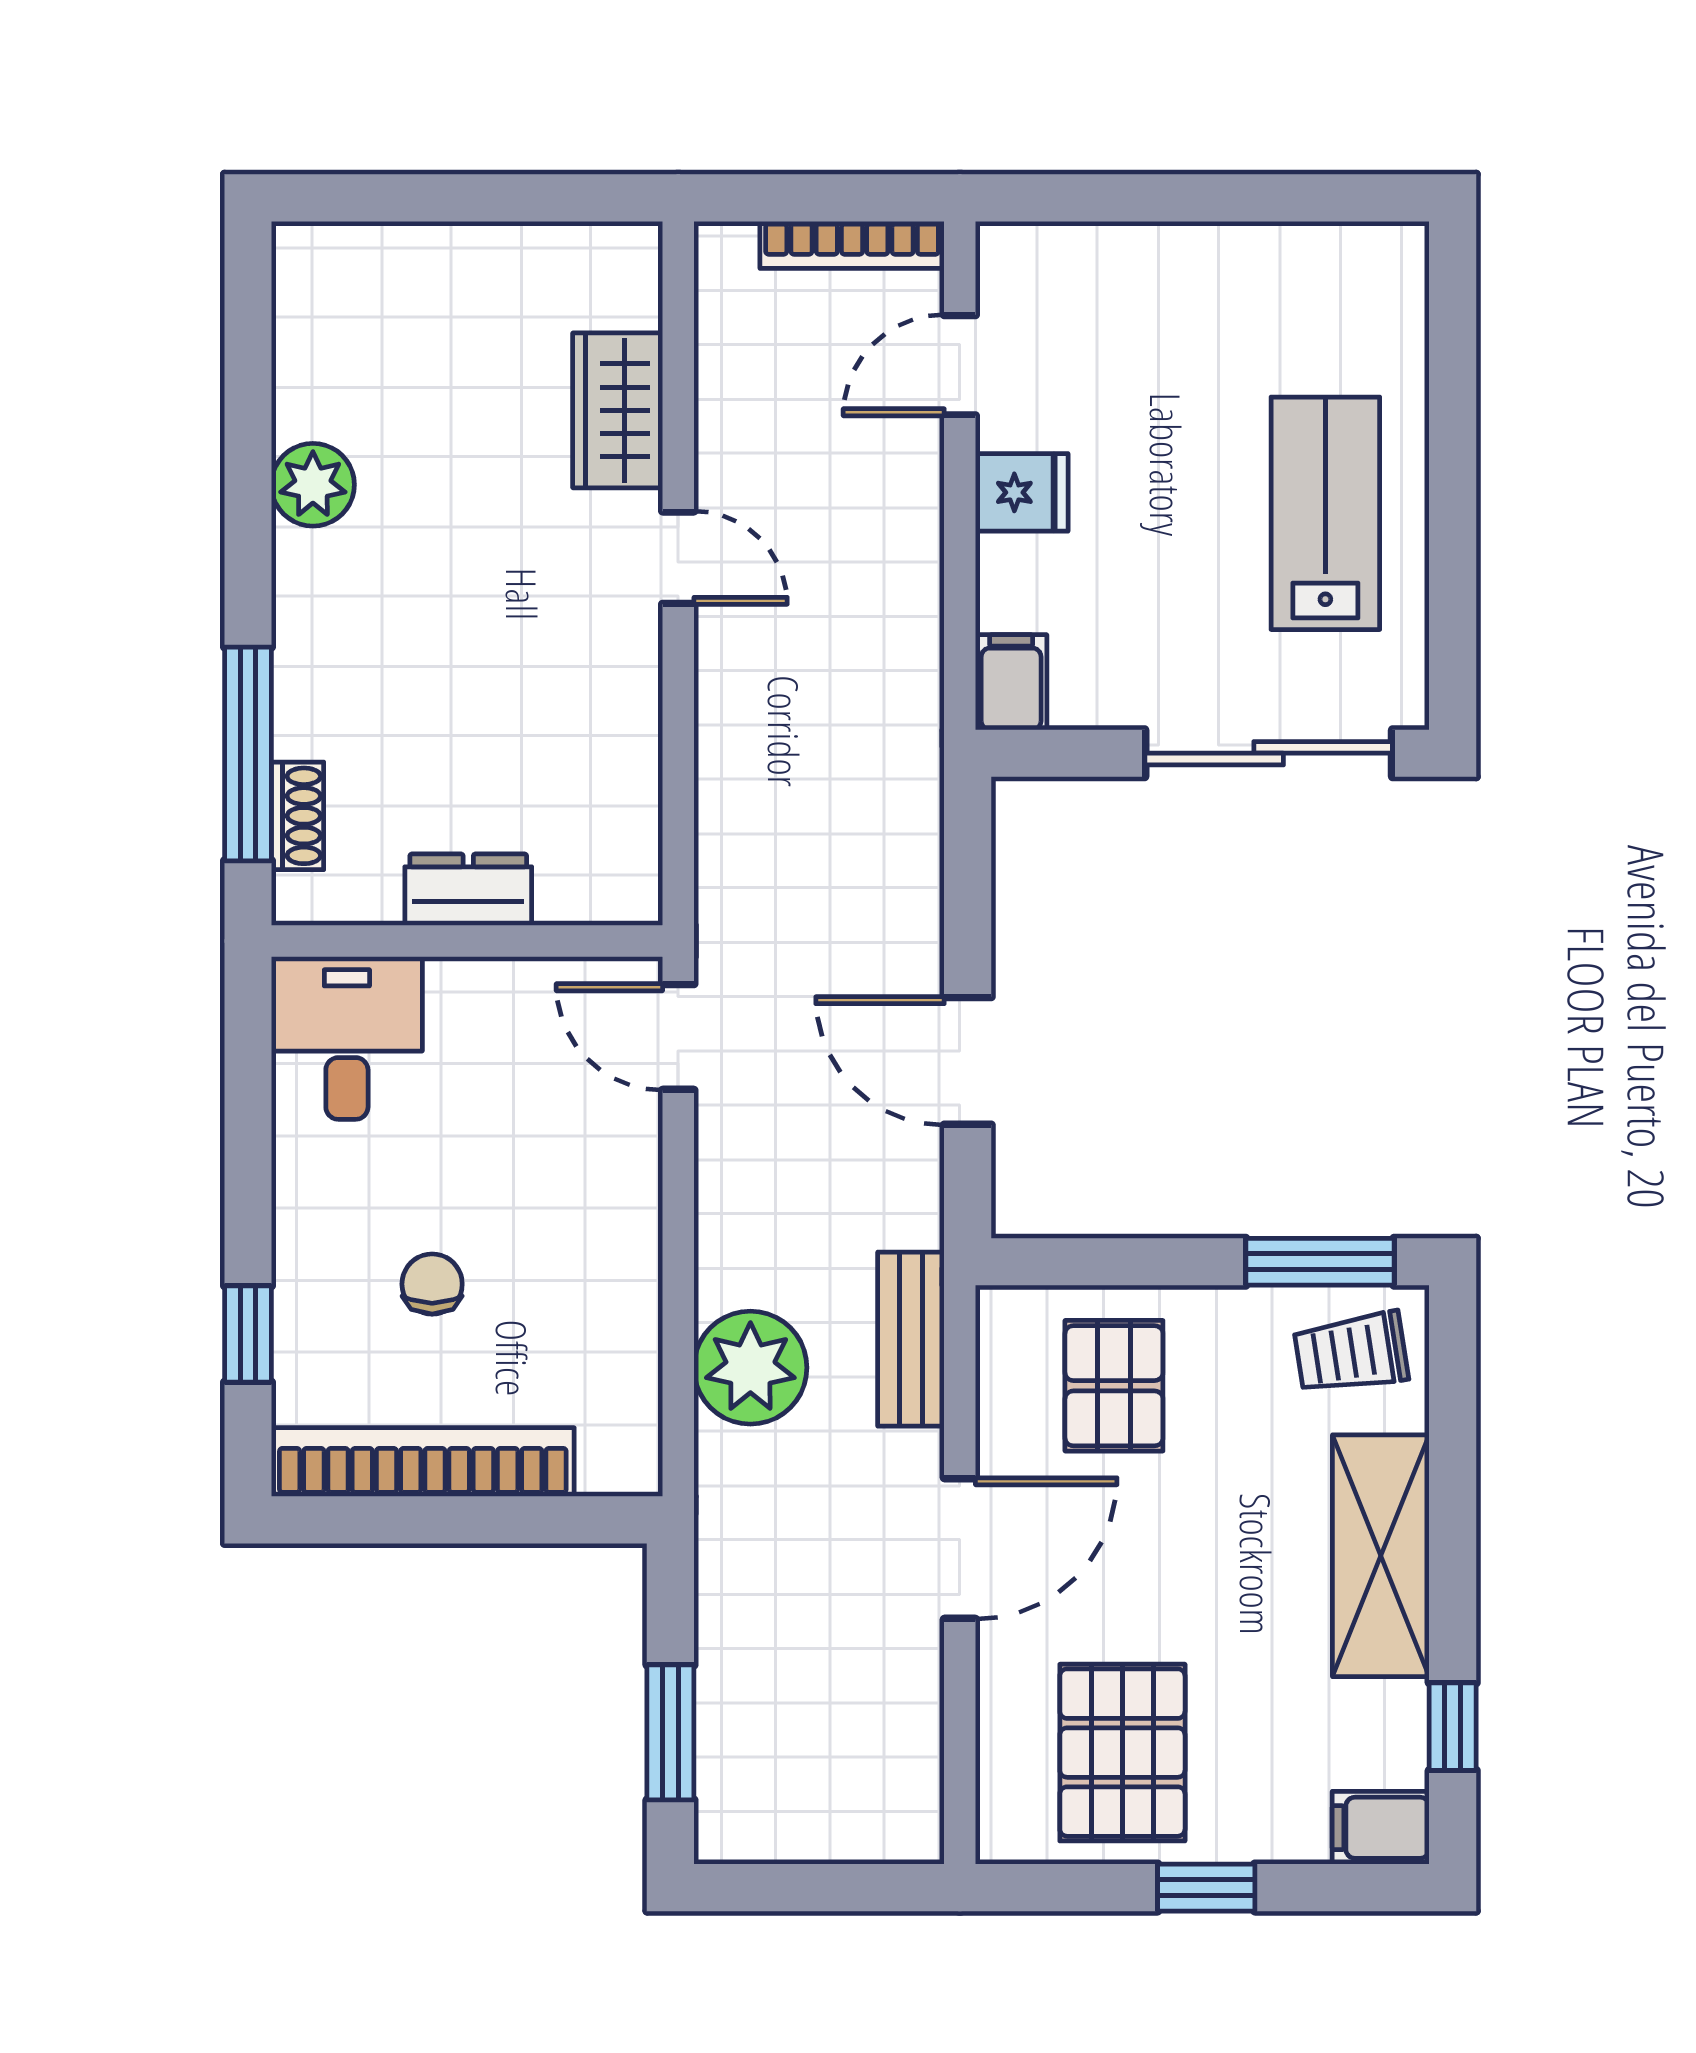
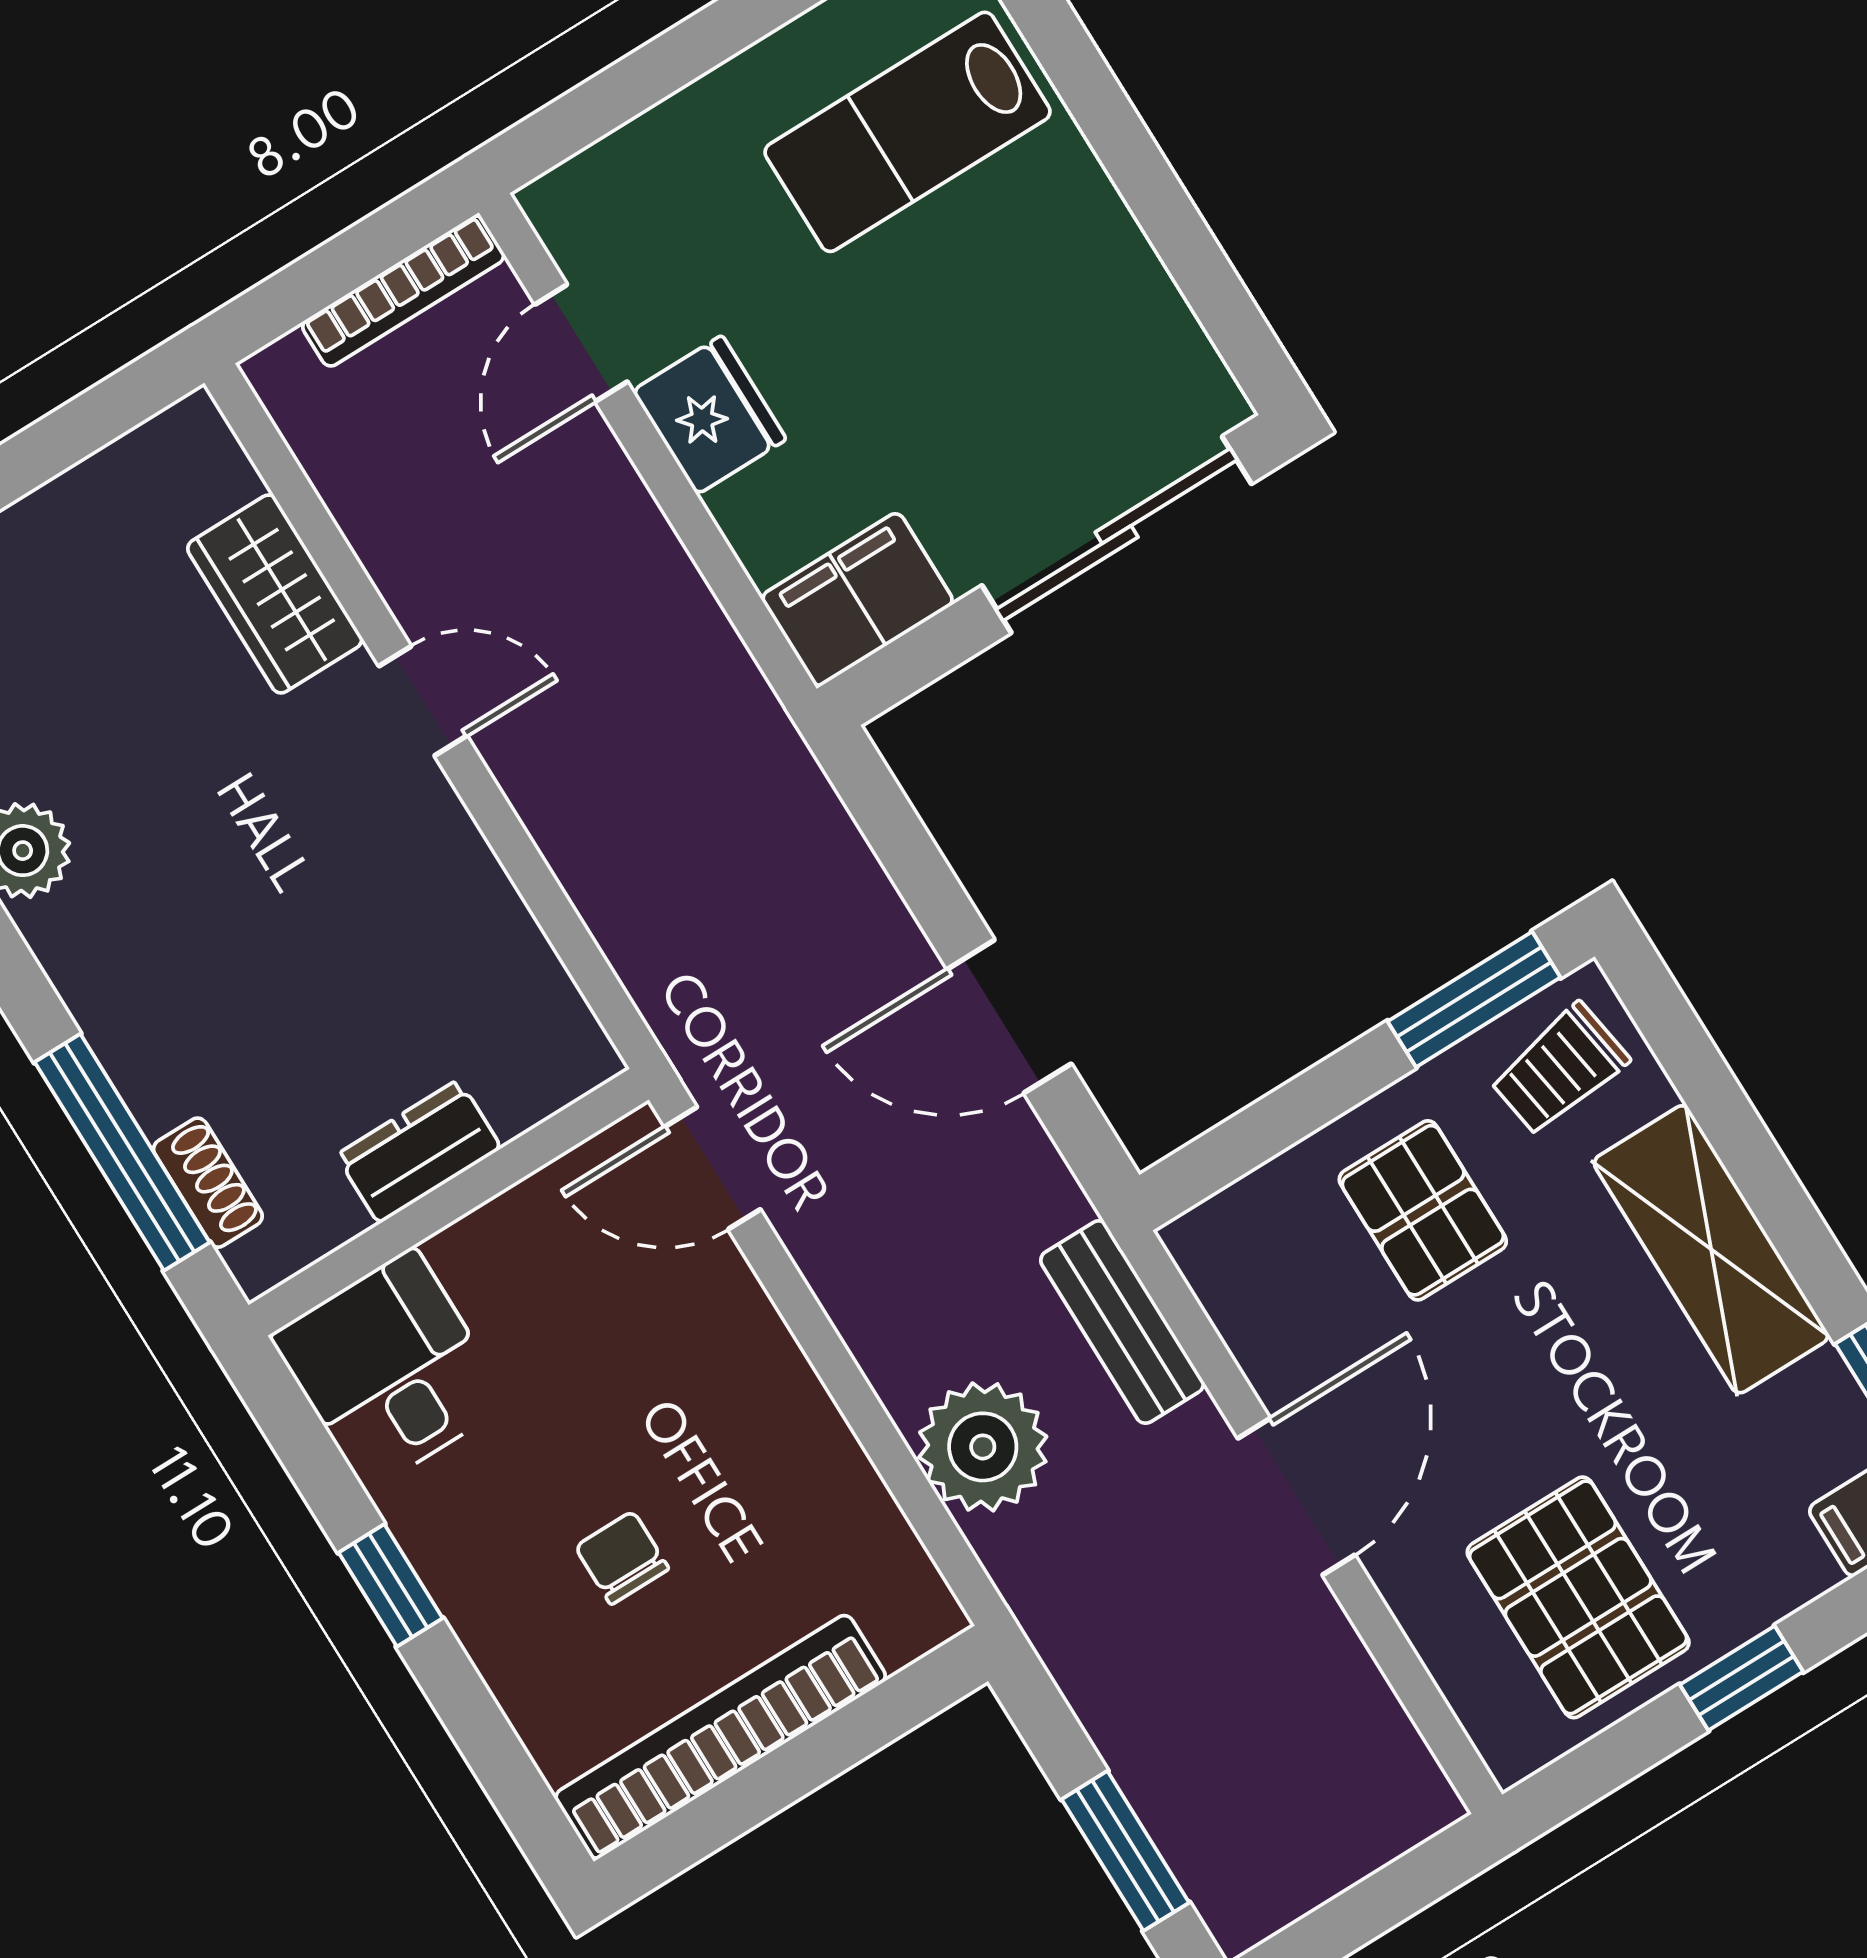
fridge: (1022, 492) -> (709, 415), width x1.38
lab bench: (1325, 513) -> (908, 132), moved, turned -90
filing cabinet: (1011, 682) -> (857, 600), width x2.00
window: (248, 1334) -> (391, 1585), moved
pallet: (1114, 1386) -> (1423, 1210), moved

